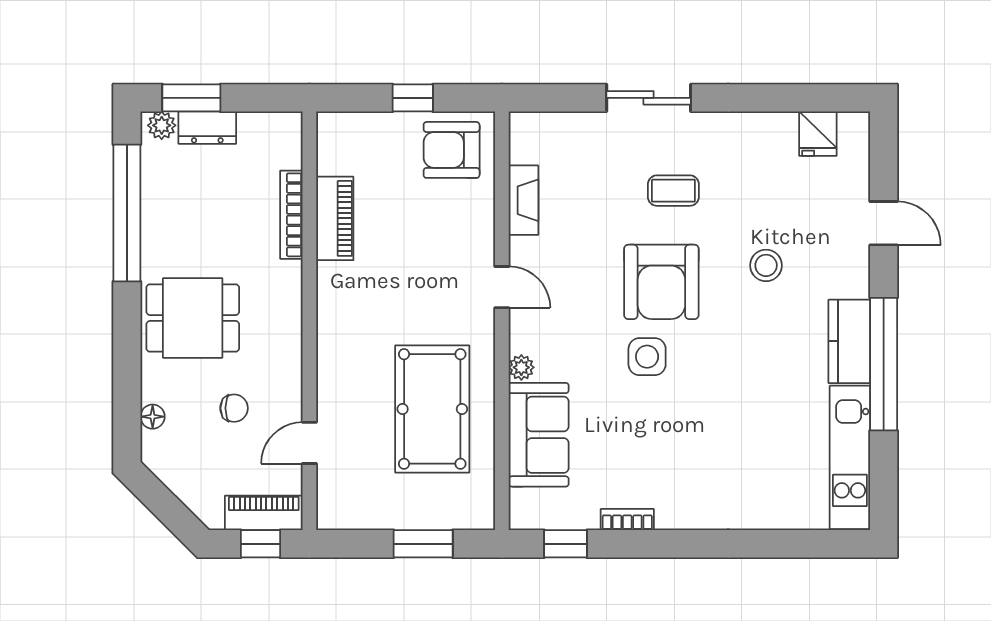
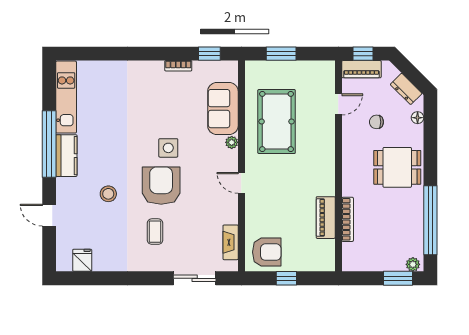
sliding door: (649, 98) -> (195, 278), moved
dresser: (207, 128) -> (406, 89), moved, turned -135
coffee table: (673, 191) -> (155, 232), turned 90
fireplace: (523, 200) -> (231, 242), moved

